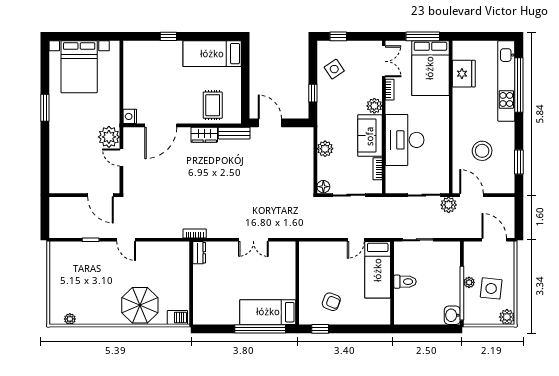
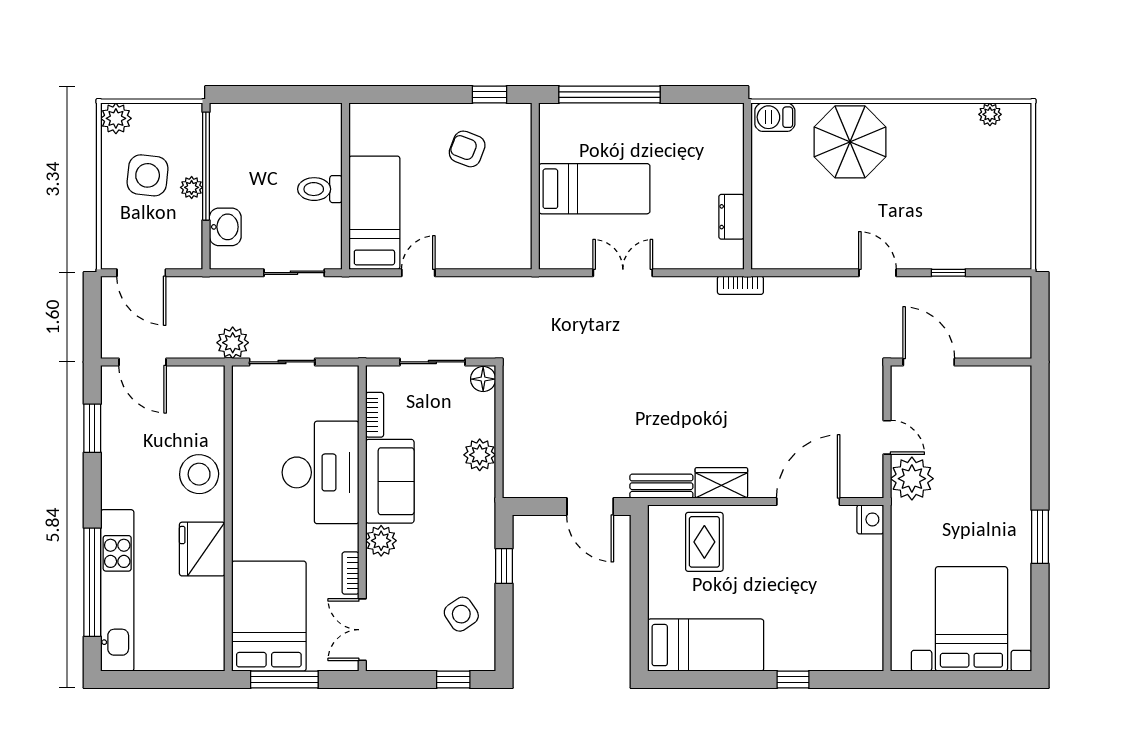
fridge: (464, 74) -> (202, 549), moved
stool: (482, 151) -> (199, 474), moved
door: (472, 195) -> (143, 362), moved
dresser: (199, 253) -> (731, 217), moved
bed: (268, 312) -> (594, 189), moved
washbasin: (452, 315) -> (225, 227), moved

